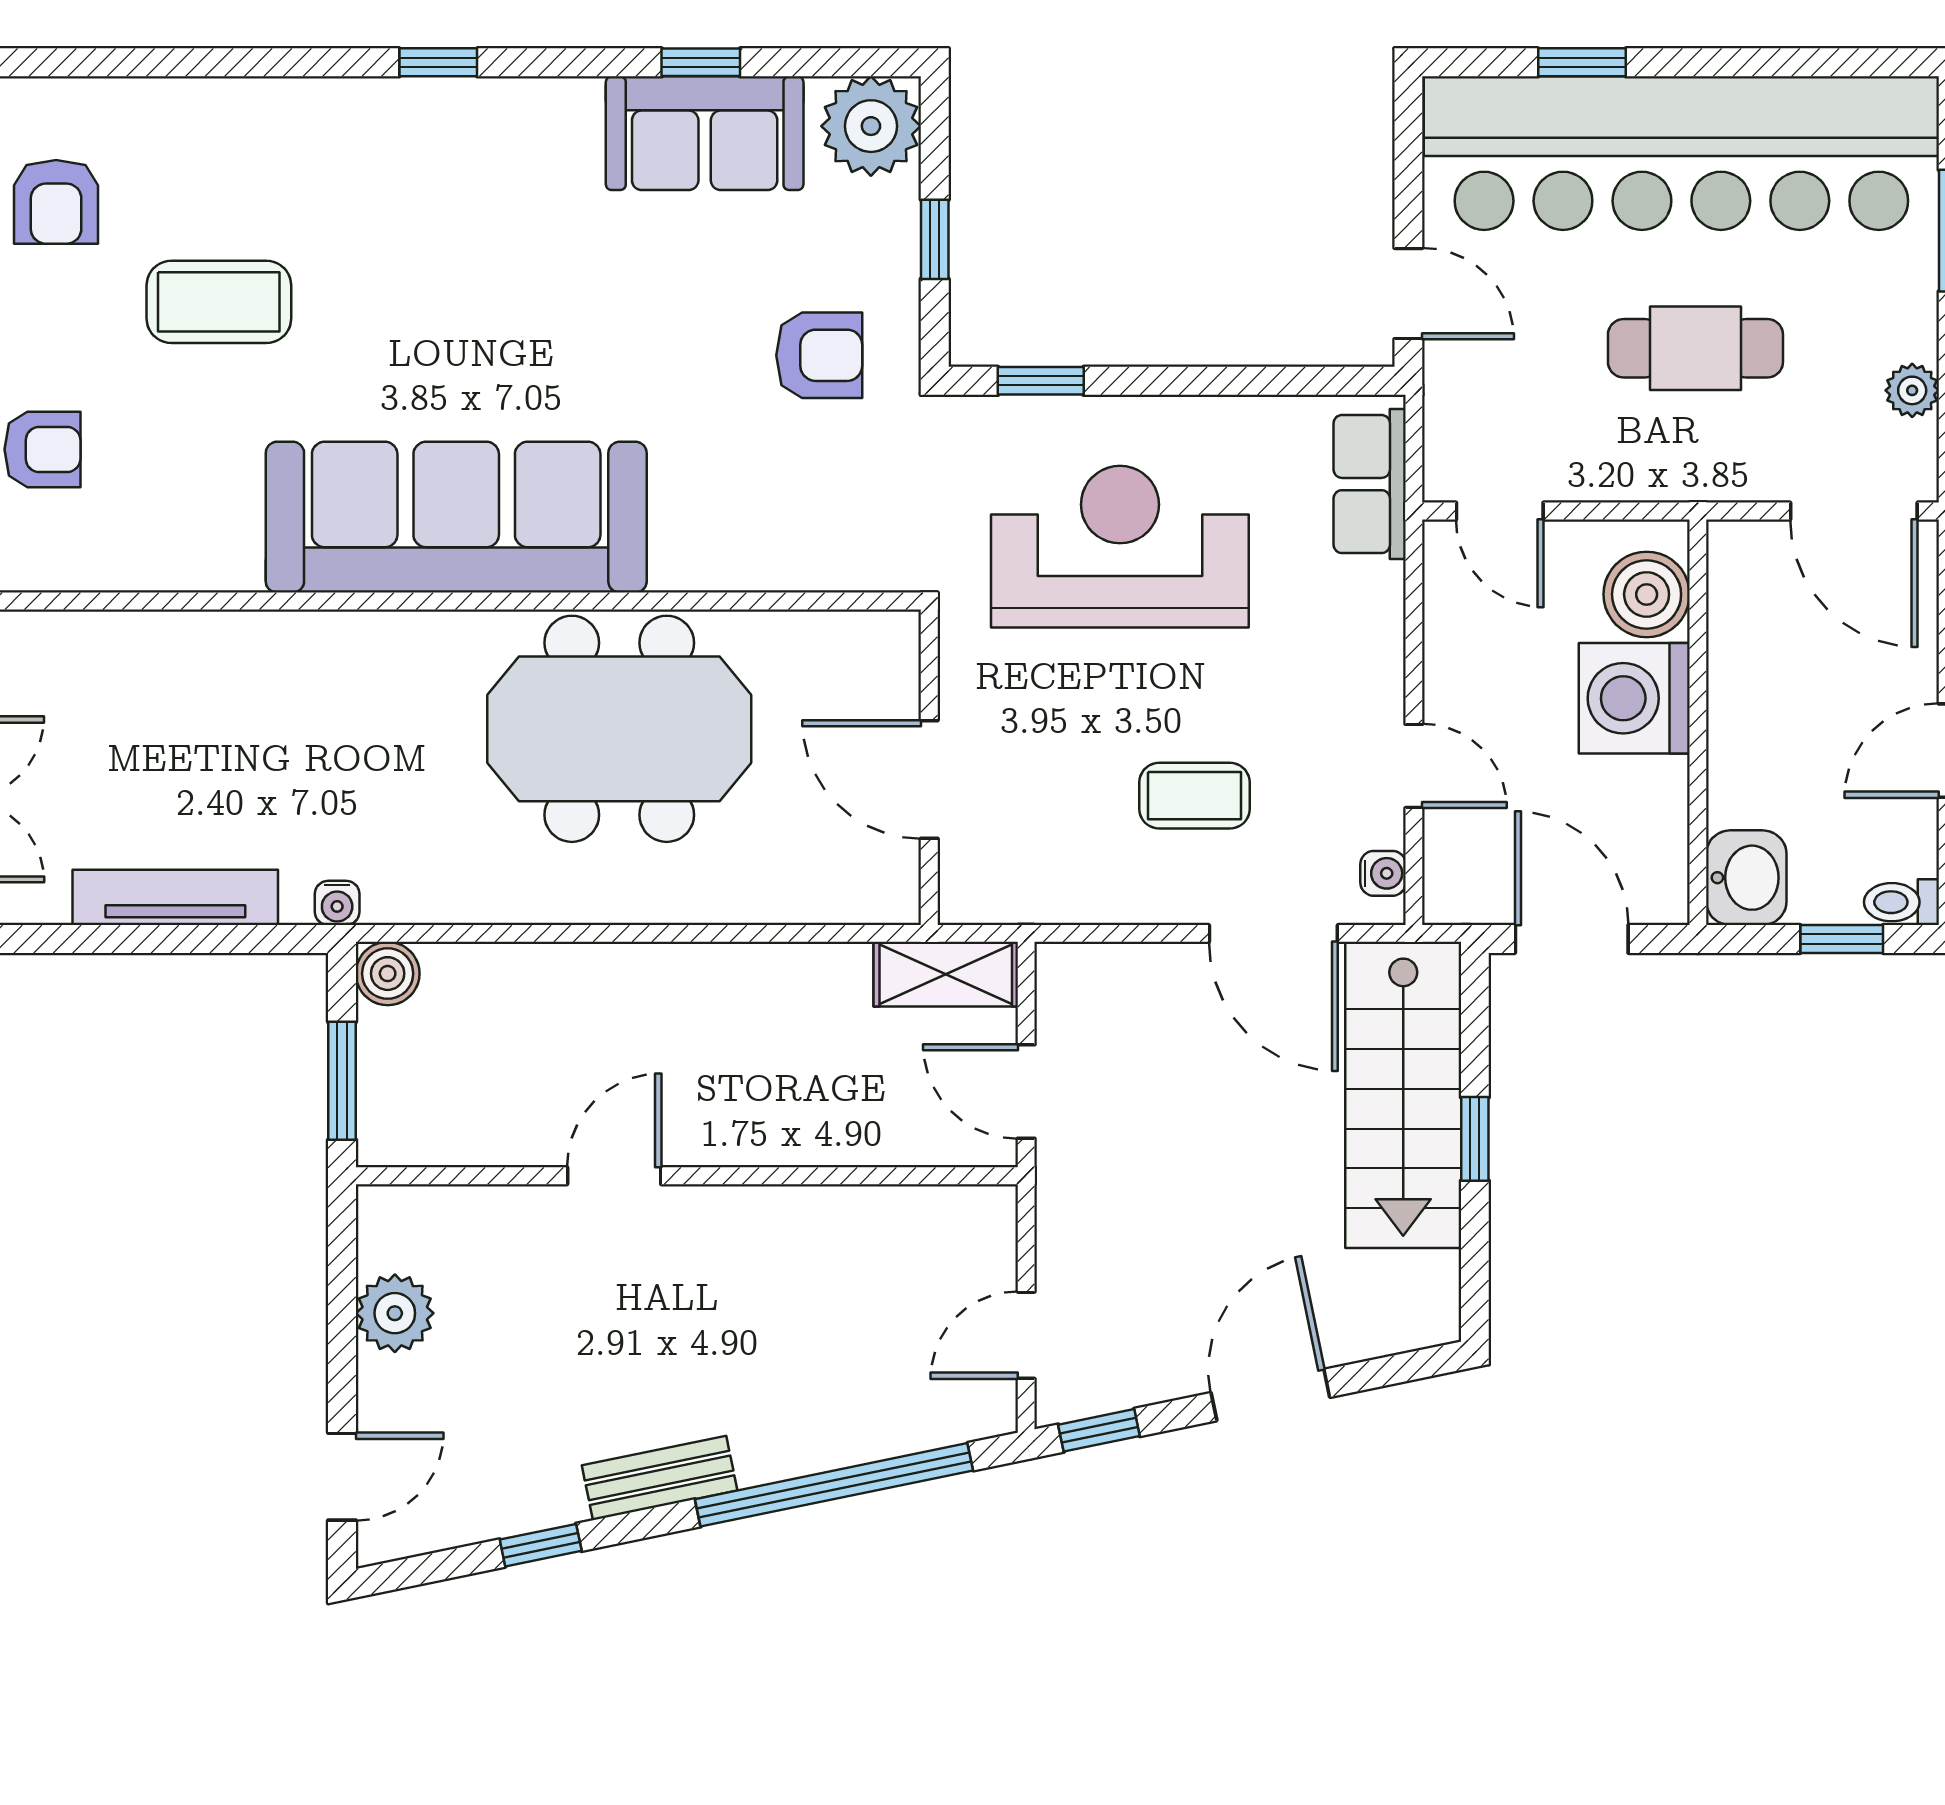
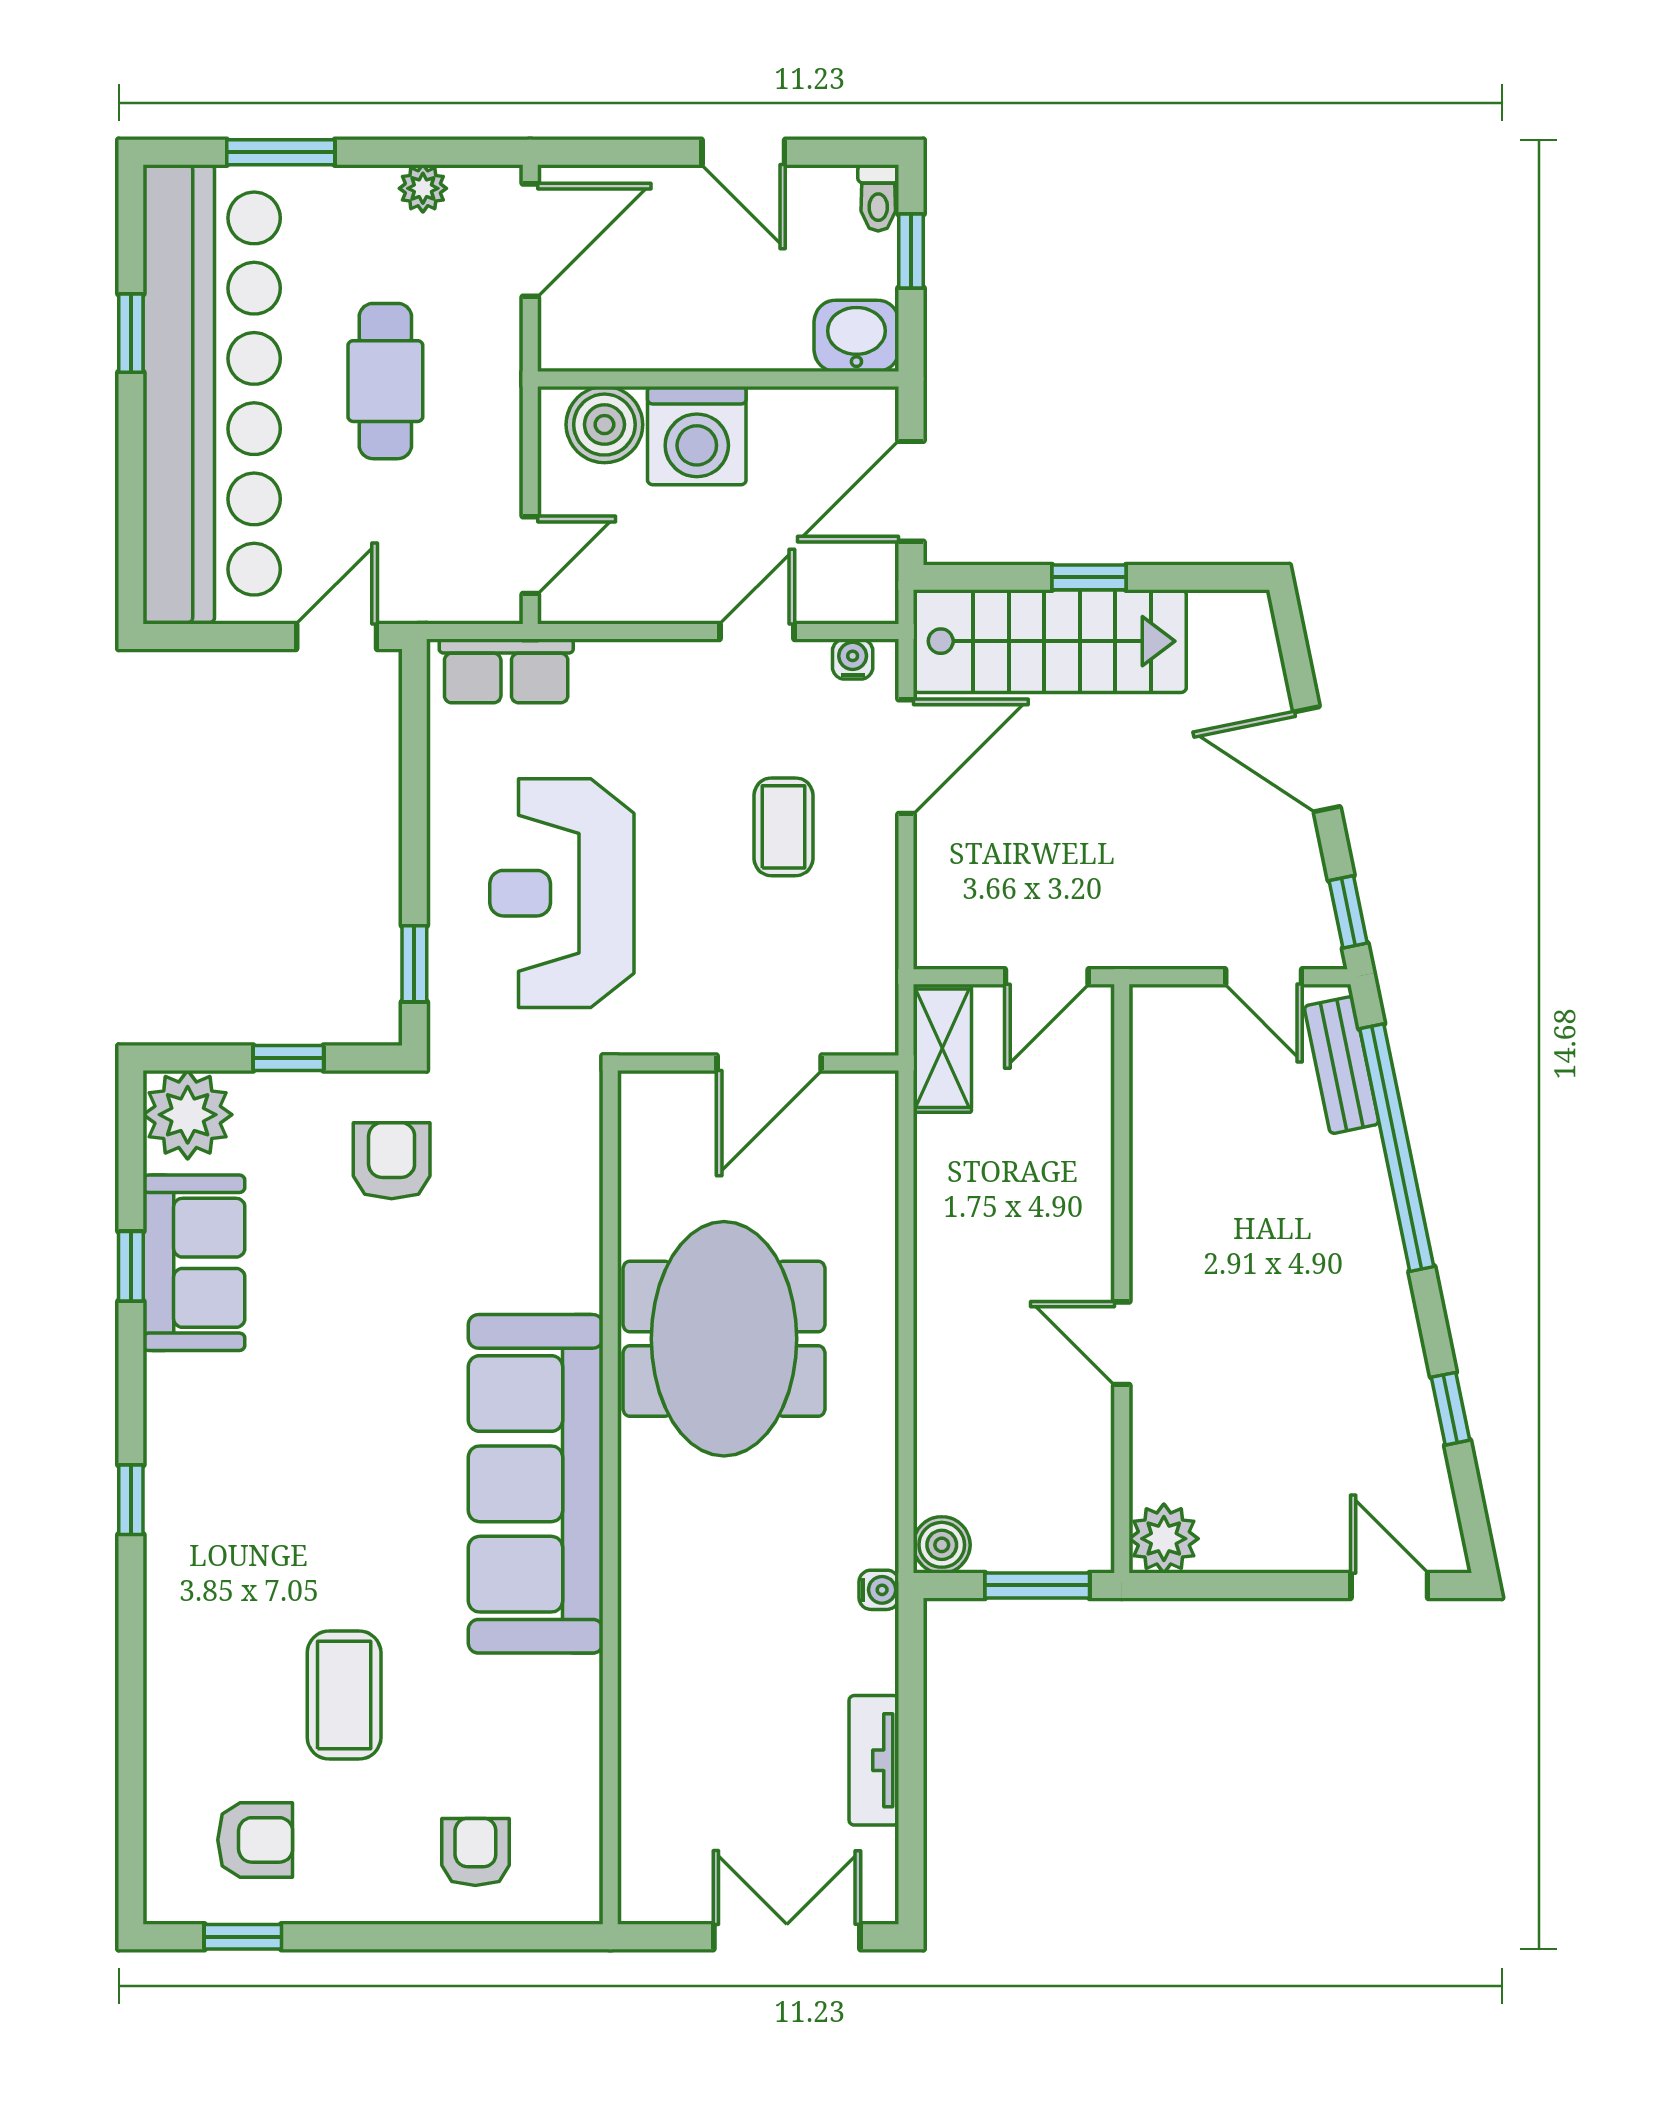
window: (1582, 62) -> (131, 333), moved
tv unit: (175, 897) -> (874, 1760), width x0.71
plant: (395, 1313) -> (1164, 1539), moved
bench: (660, 1478) -> (1342, 1065), moved

